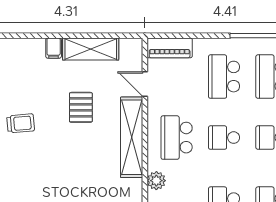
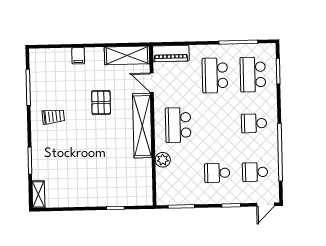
shelving: (91, 49) -> (127, 55), moved
school desk: (224, 138) -> (216, 124), removed

